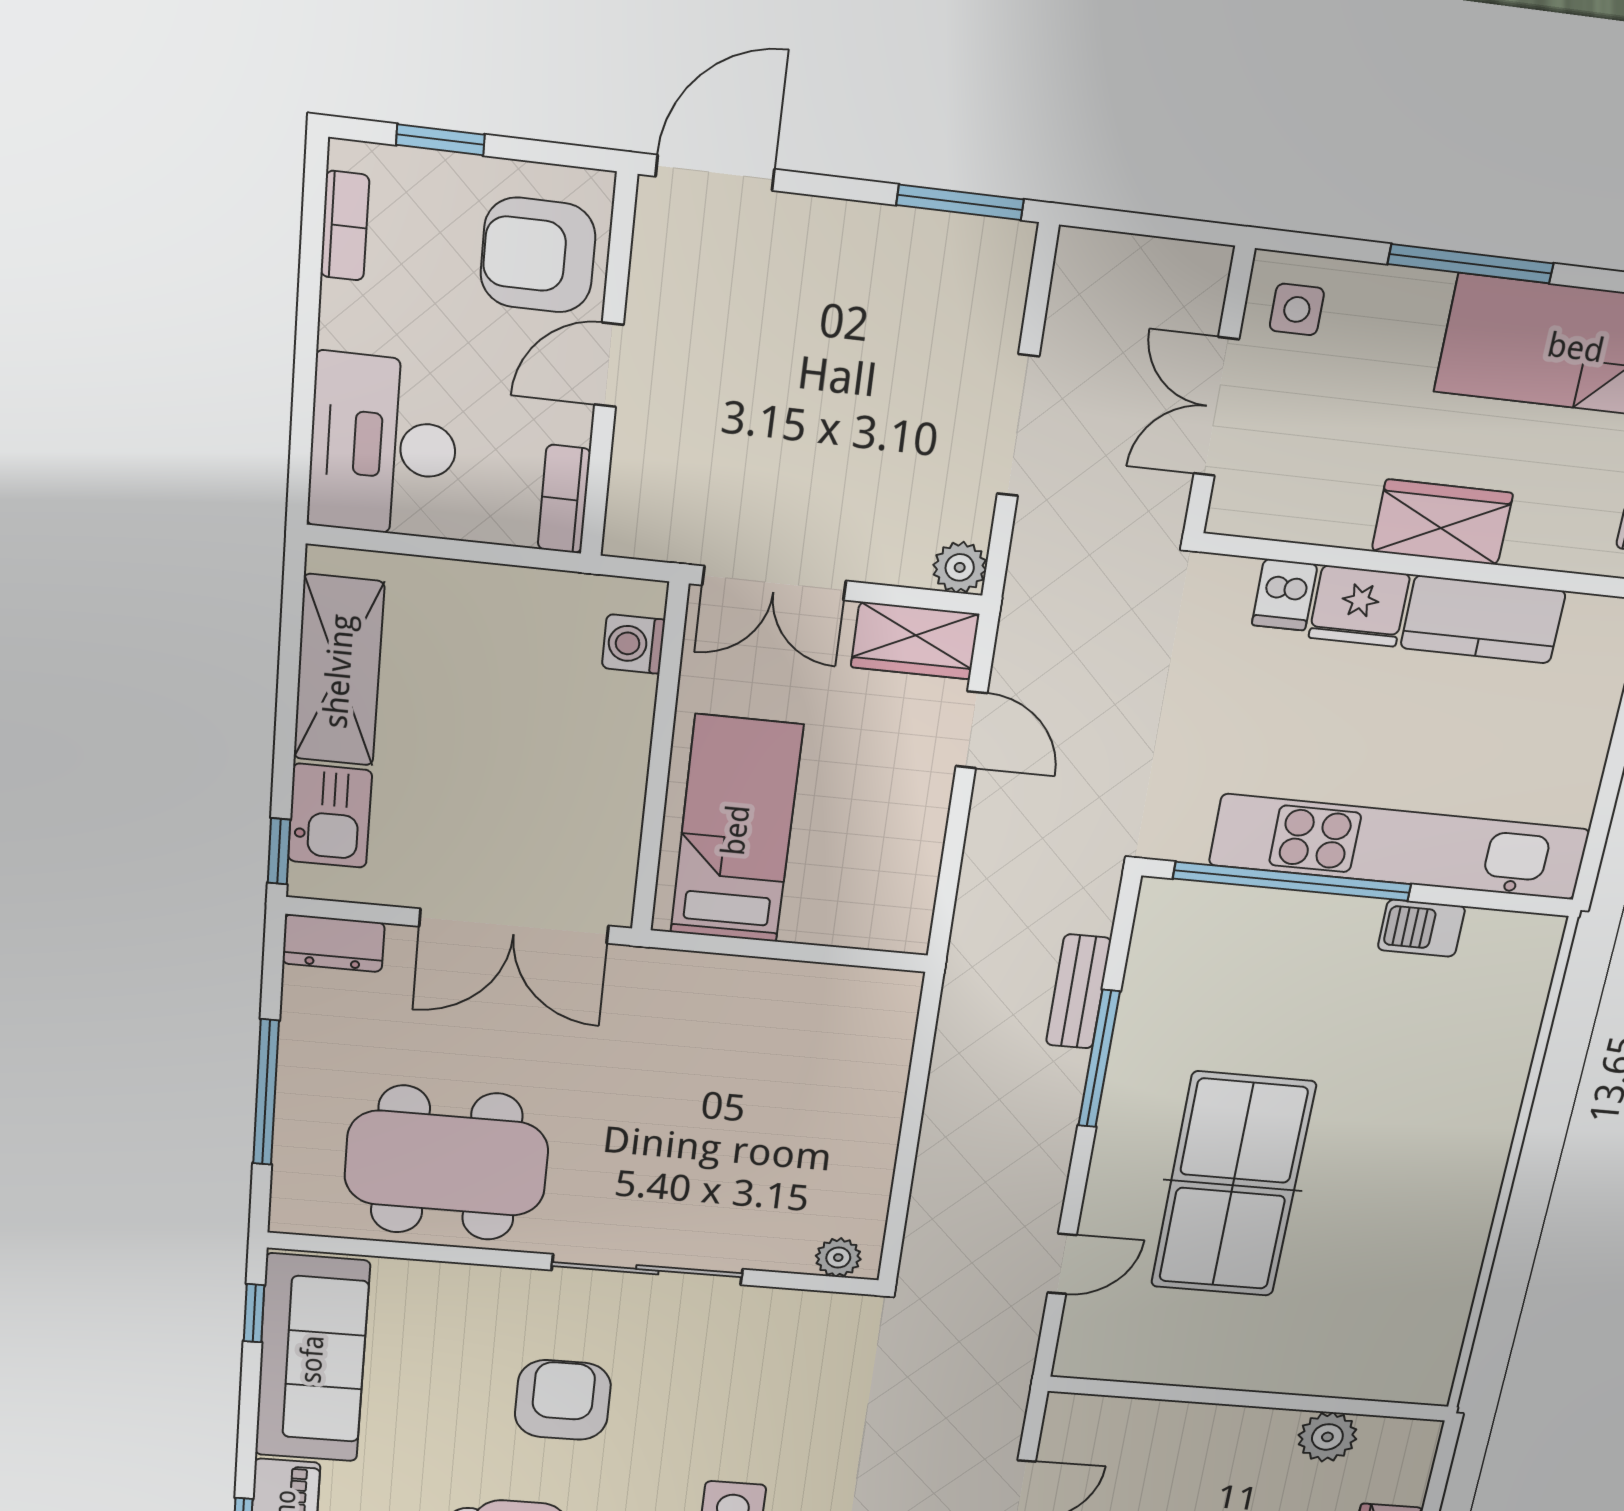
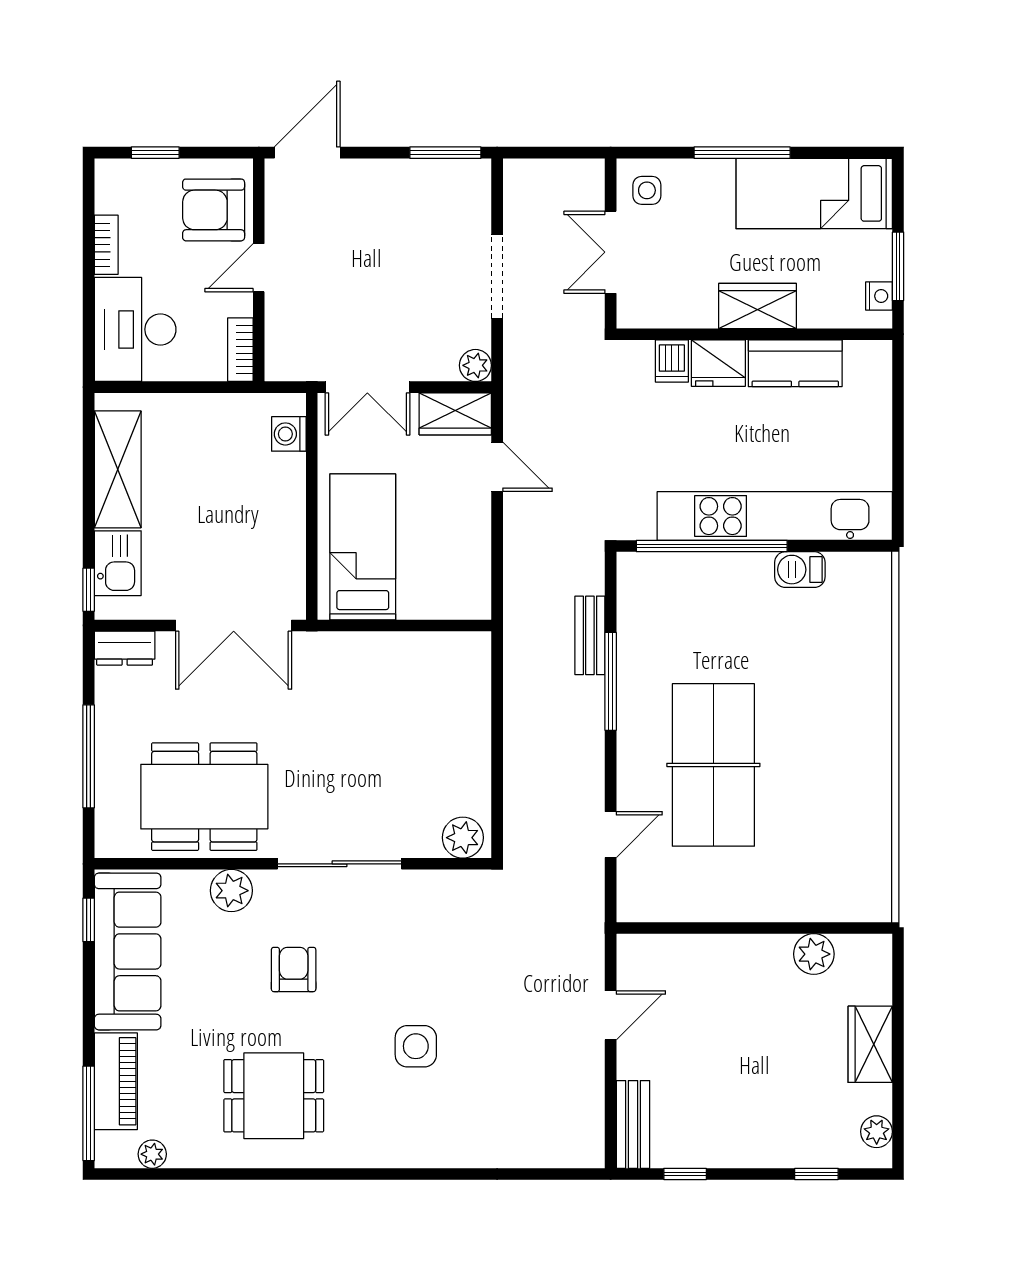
bookcase: (345, 226) -> (106, 245), moved
plant: (838, 1258) -> (463, 838), width x1.38, depth x1.38
plant: (478, 1292) -> (231, 891), added
armchair: (563, 1400) -> (294, 969), width x0.72, depth x0.72

